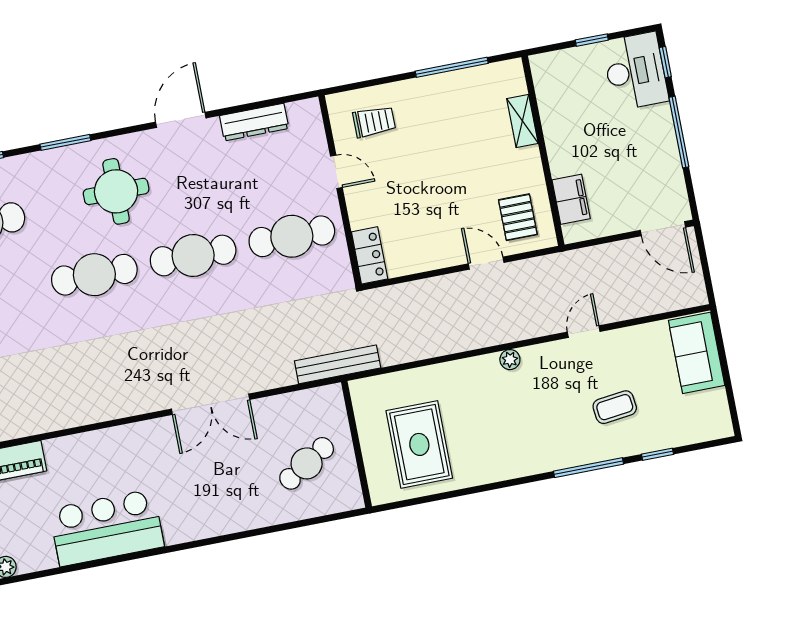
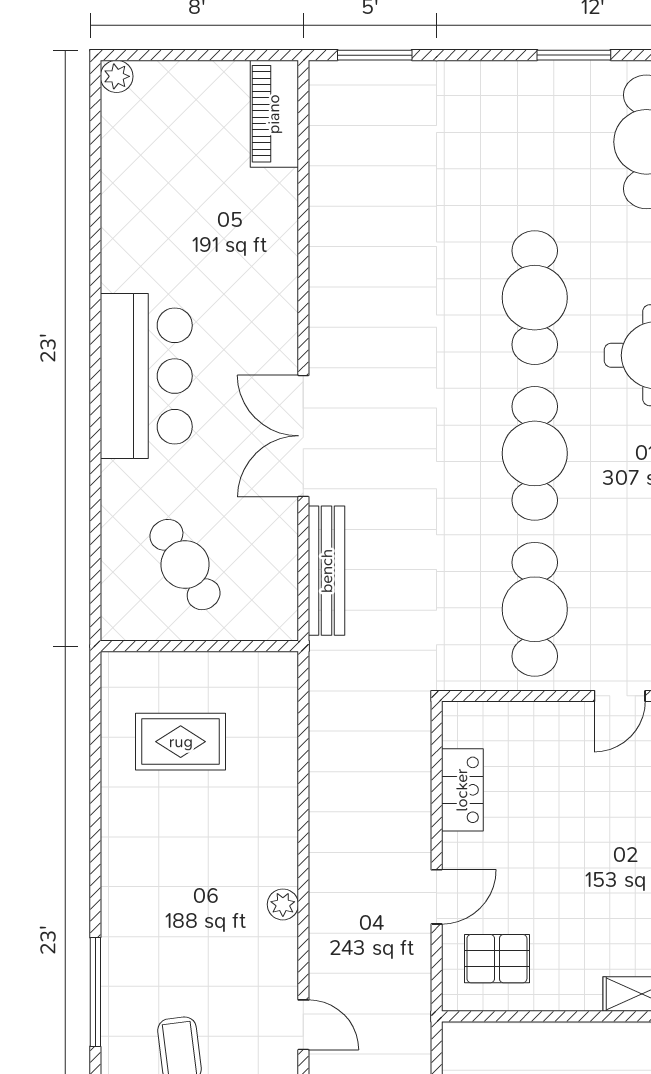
filing cabinet: (571, 199) -> (509, 1045), removed
locker: (370, 255) -> (462, 790), moved, turned -90
bench: (338, 364) -> (327, 571), moved
rug: (419, 444) -> (181, 742), width x0.73, depth x0.70
bar counter: (107, 528) -> (146, 376), moved

